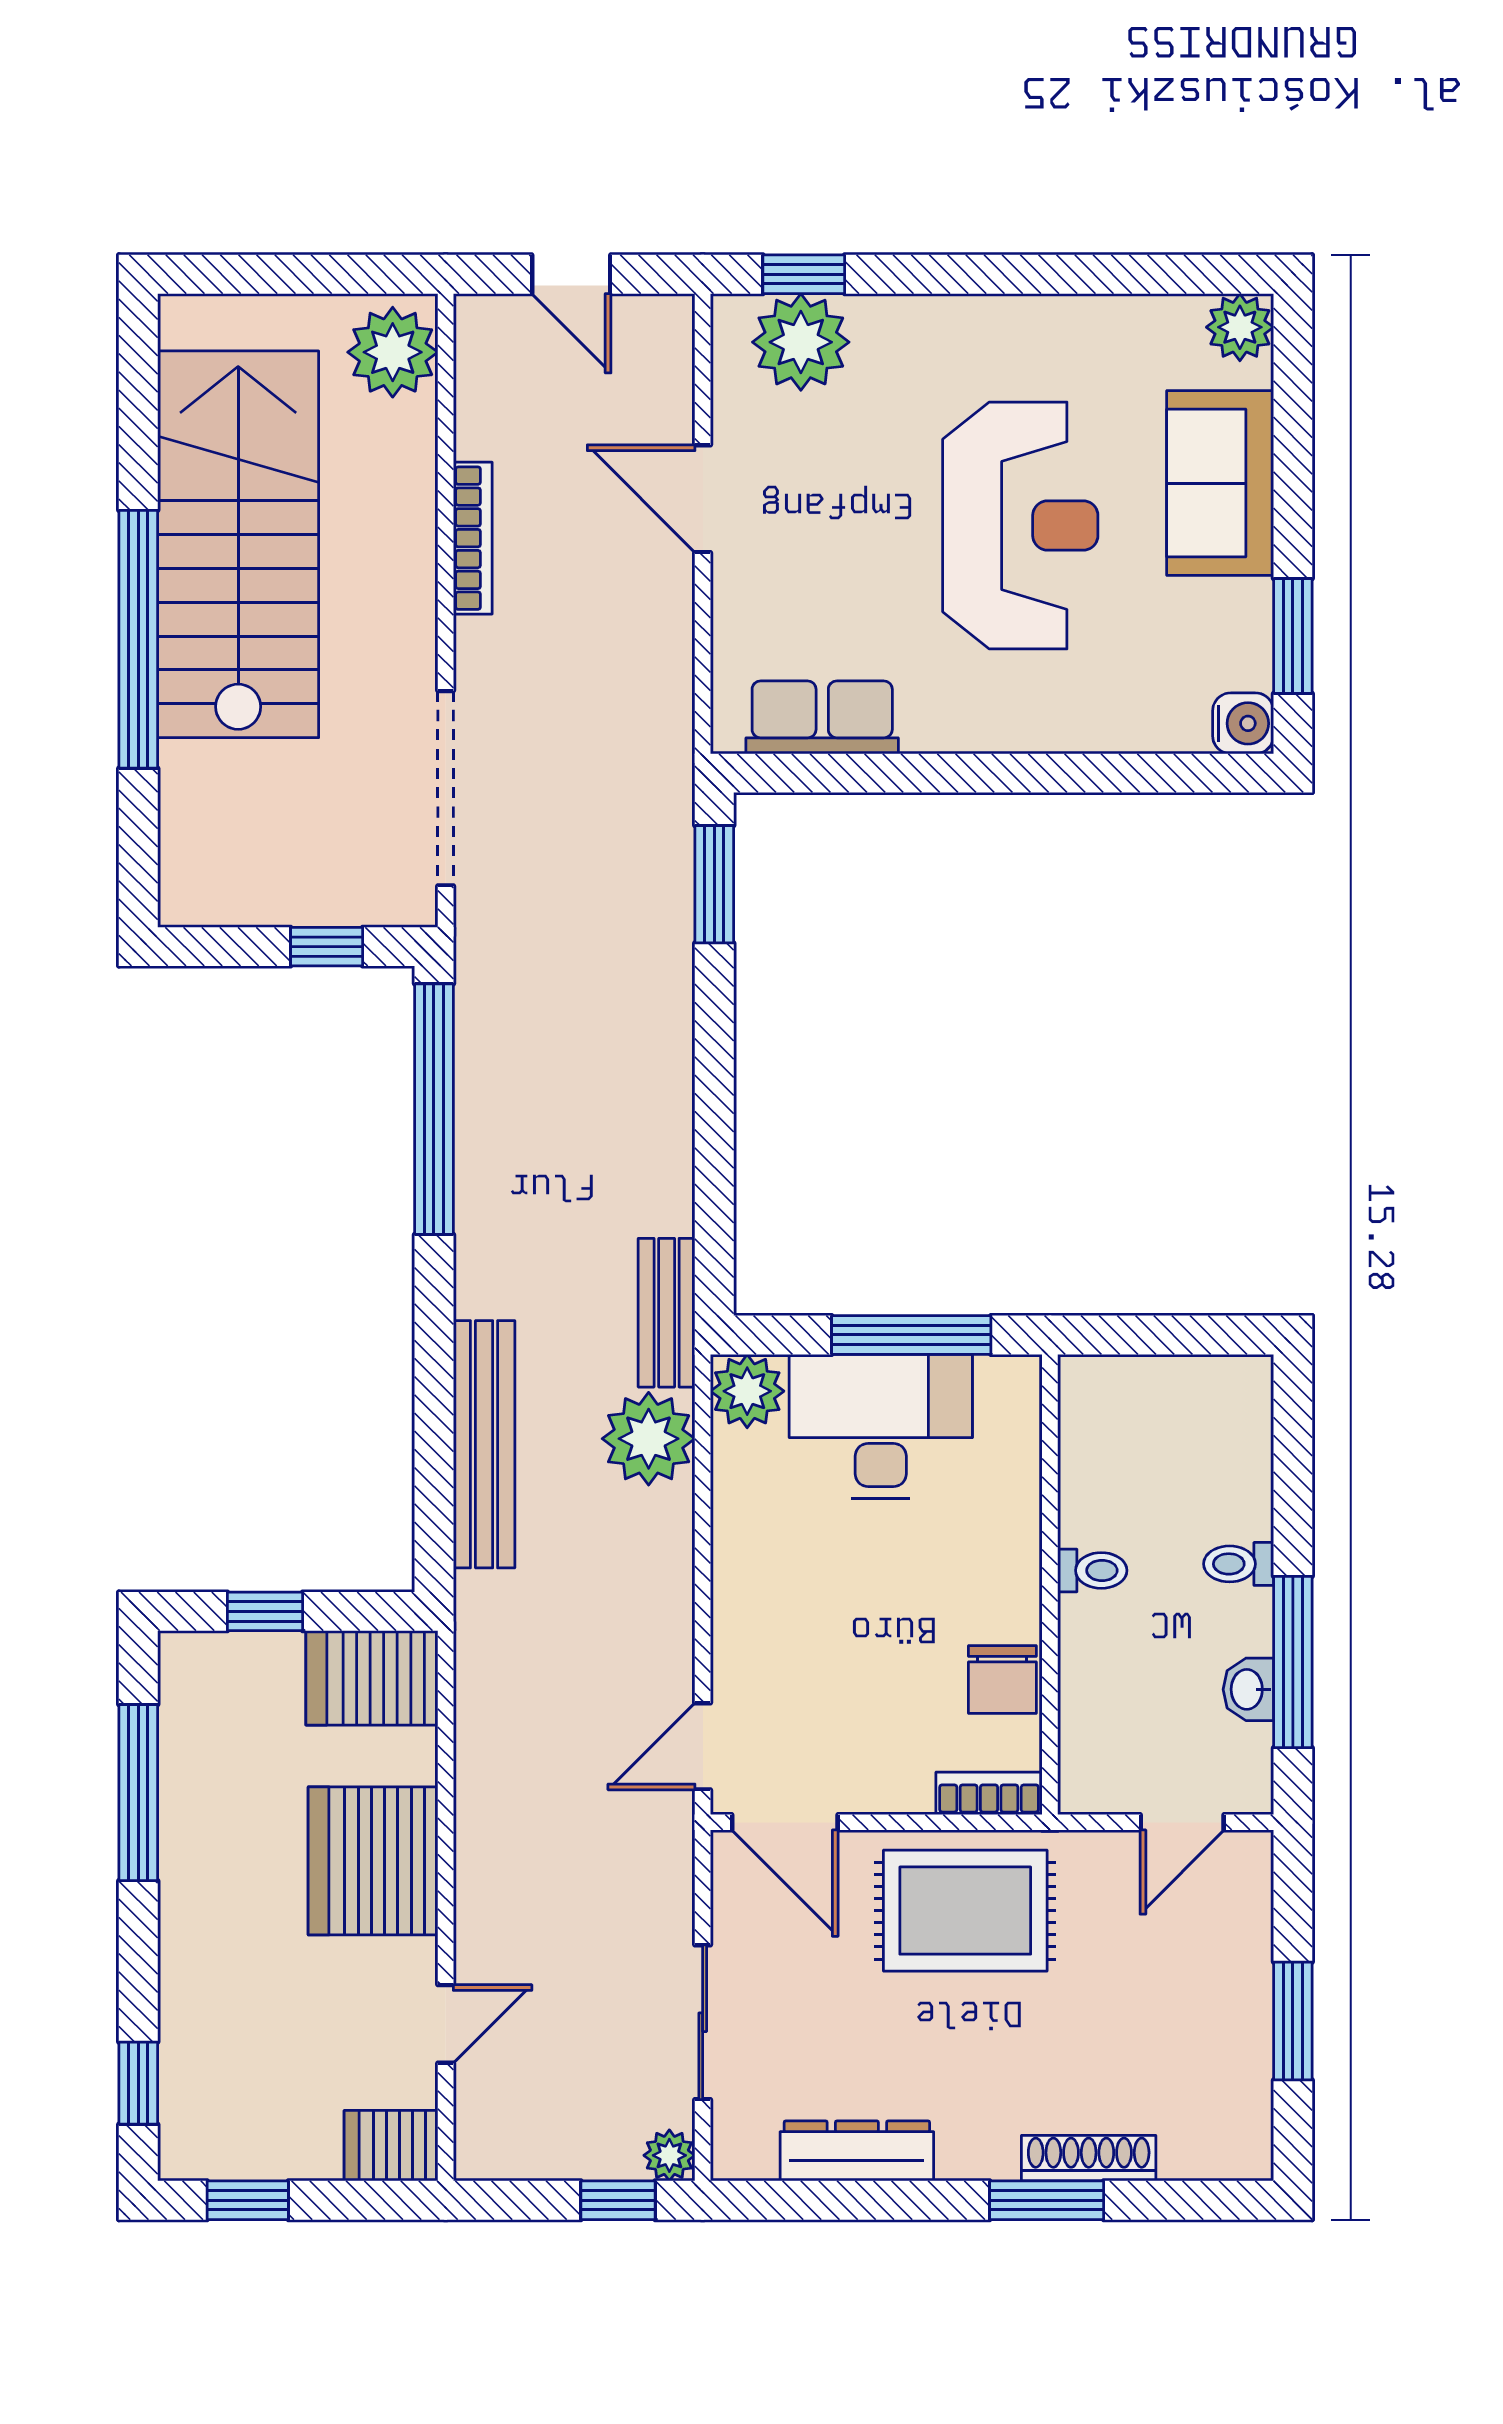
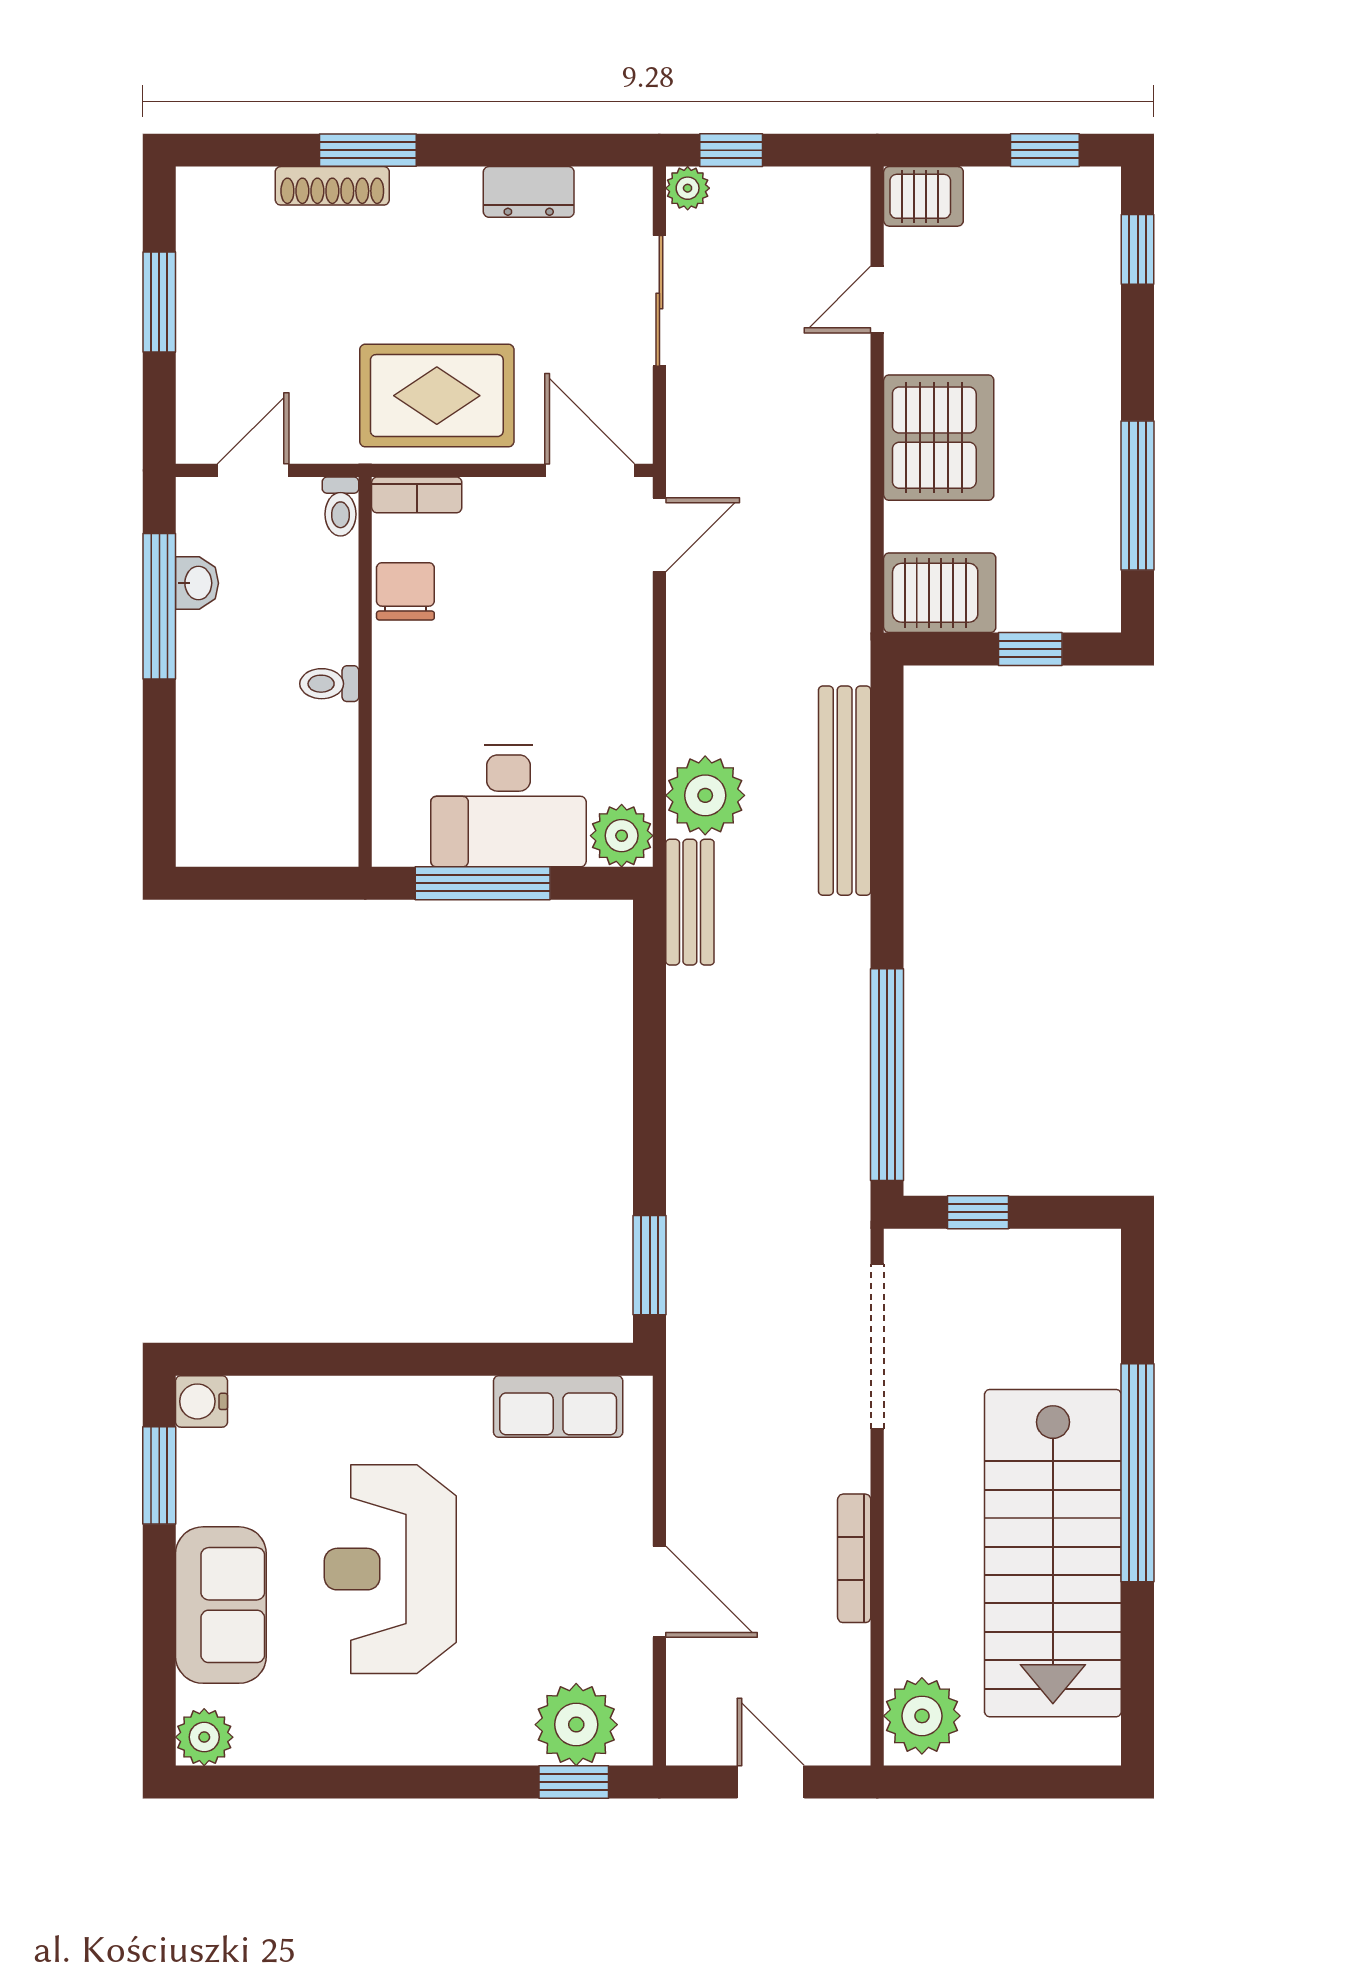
toilet: (1239, 1564) -> (340, 507), moved, turned 90
dresser: (857, 2151) -> (529, 192), width x0.70

